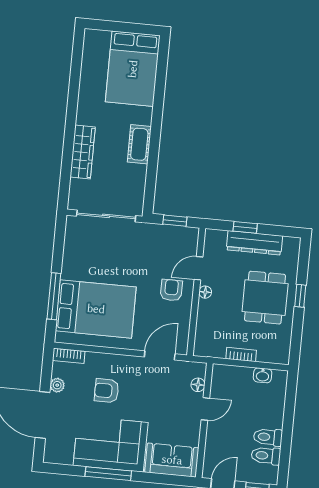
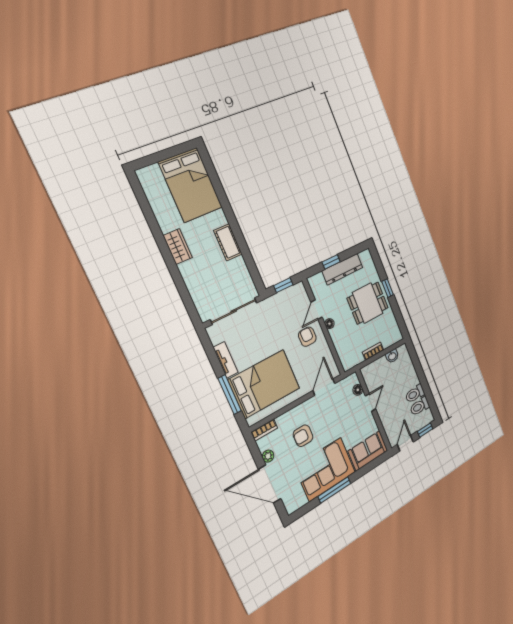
wardrobe: (83, 152) -> (178, 247), moved, width x0.67
tv unit: (70, 259) -> (226, 360), added
dining table: (265, 298) -> (368, 303), turned 90

